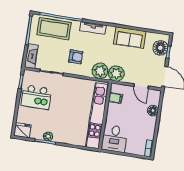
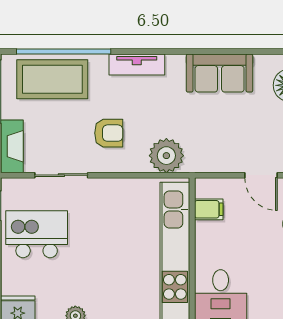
plant: (116, 73) -> (202, 156), removed
kitchen island: (36, 97) -> (37, 234), turned 180

